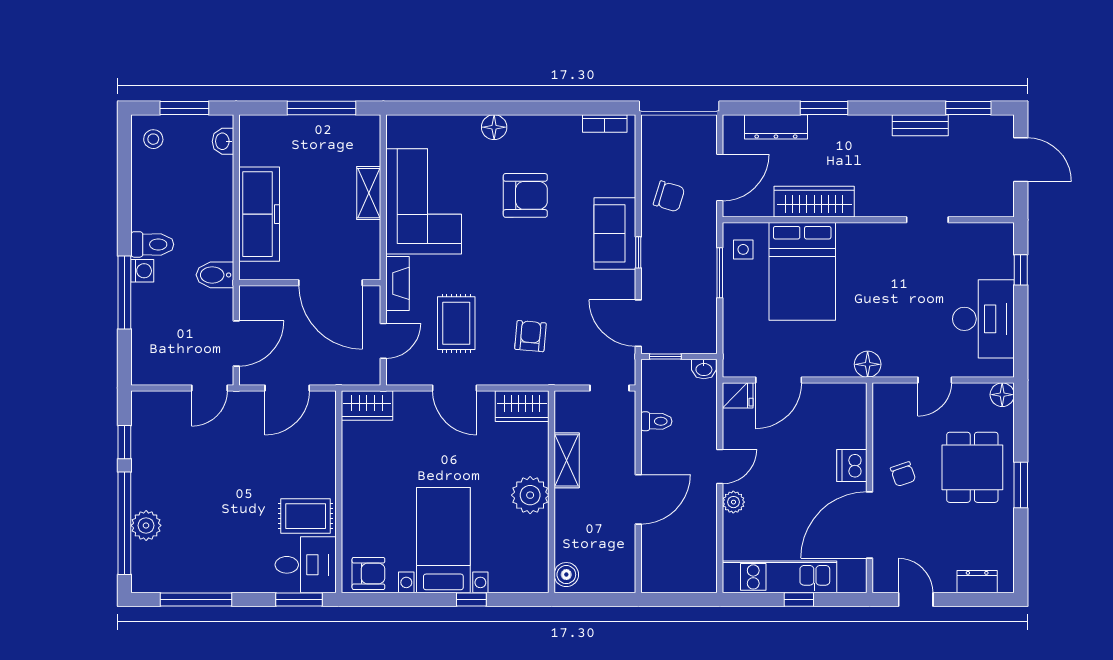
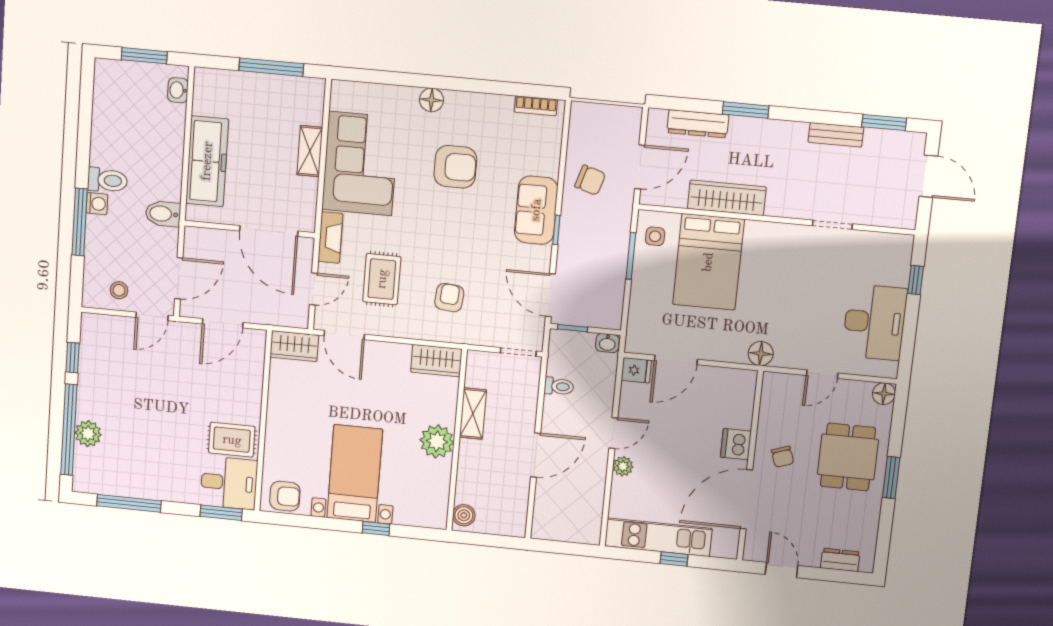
stool: (153, 139) -> (119, 290), moved
door: (455, 388) -> (344, 335), moved

